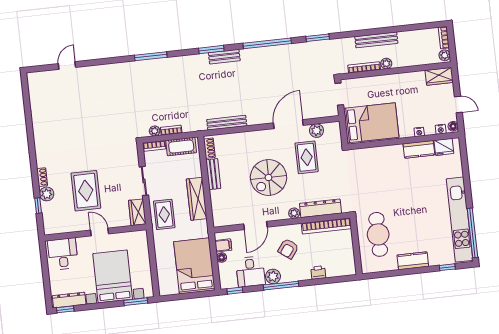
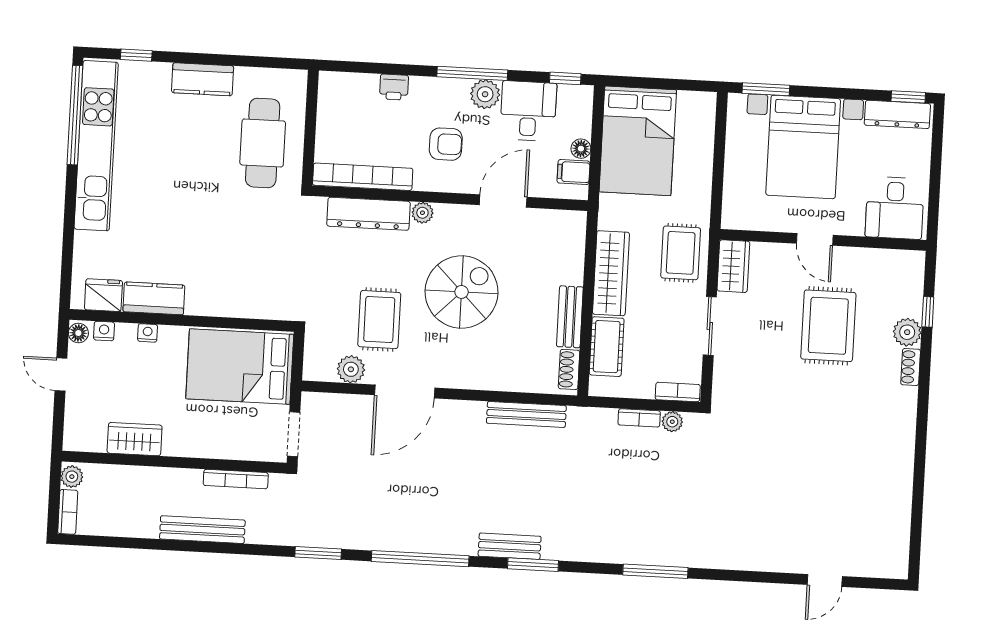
plant: (386, 64) -> (190, 479), removed
wardrobe: (439, 76) -> (135, 439), moved
cot: (181, 147) -> (607, 347), moved, turned 90
armchair: (288, 249) -> (446, 144), turned 53

